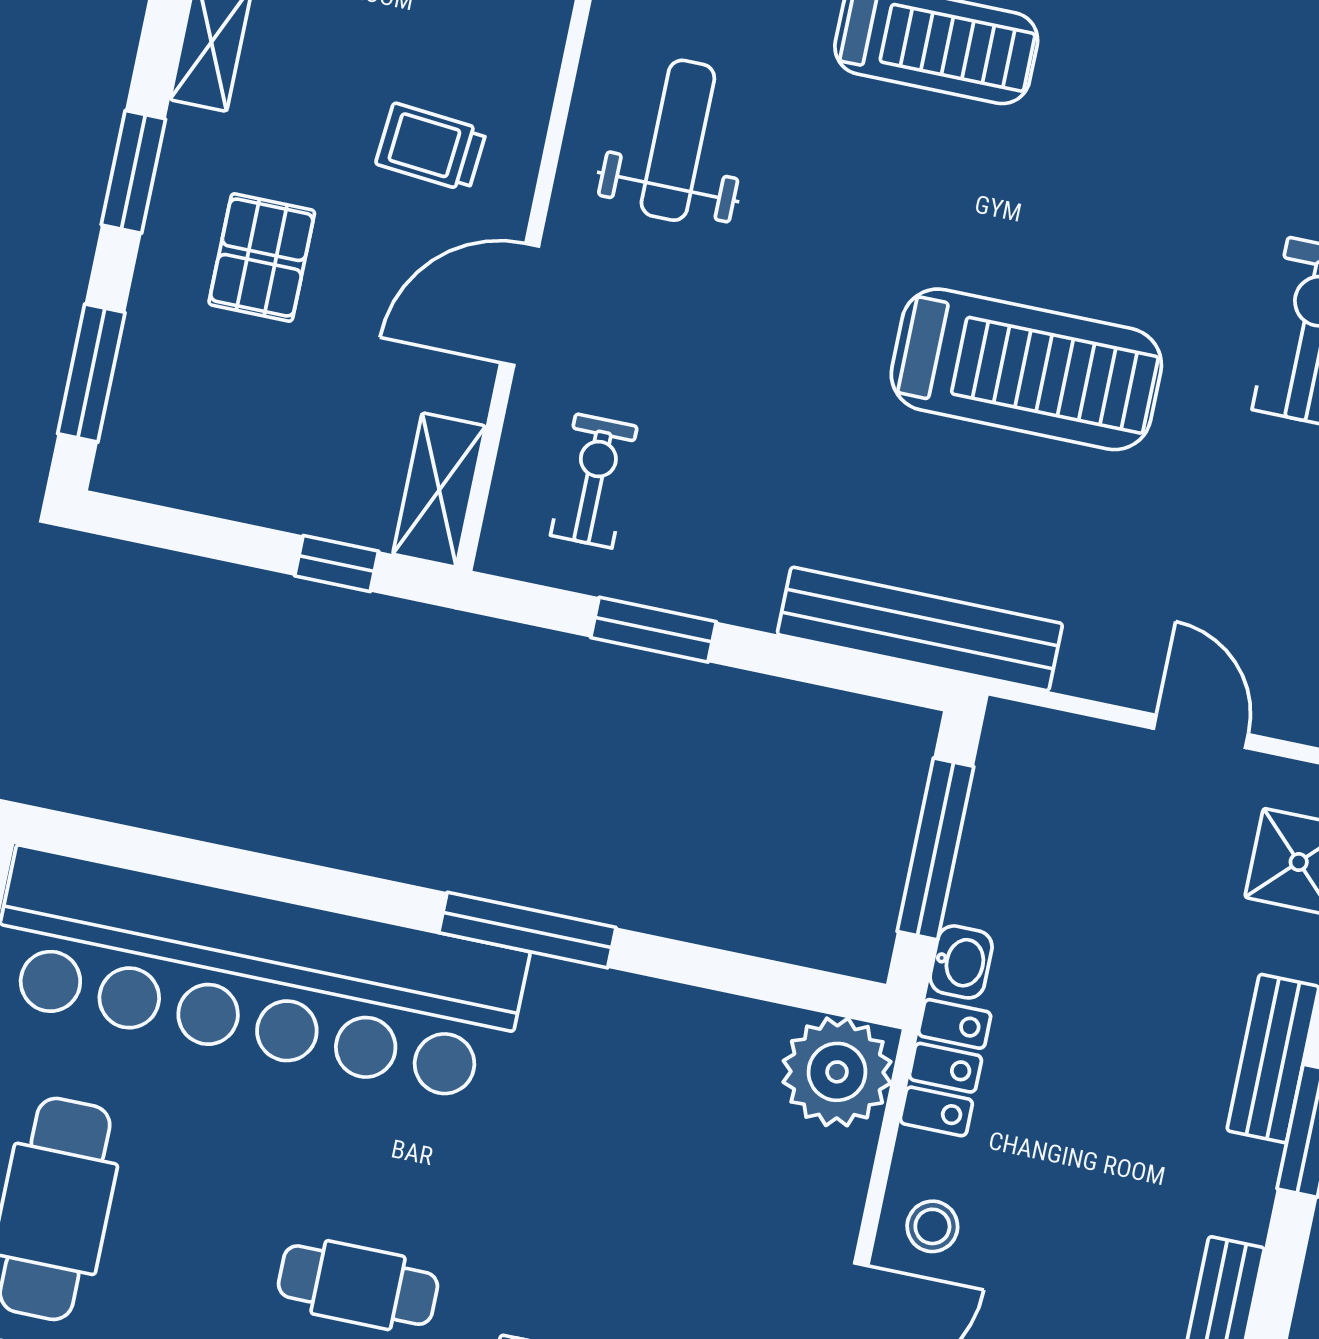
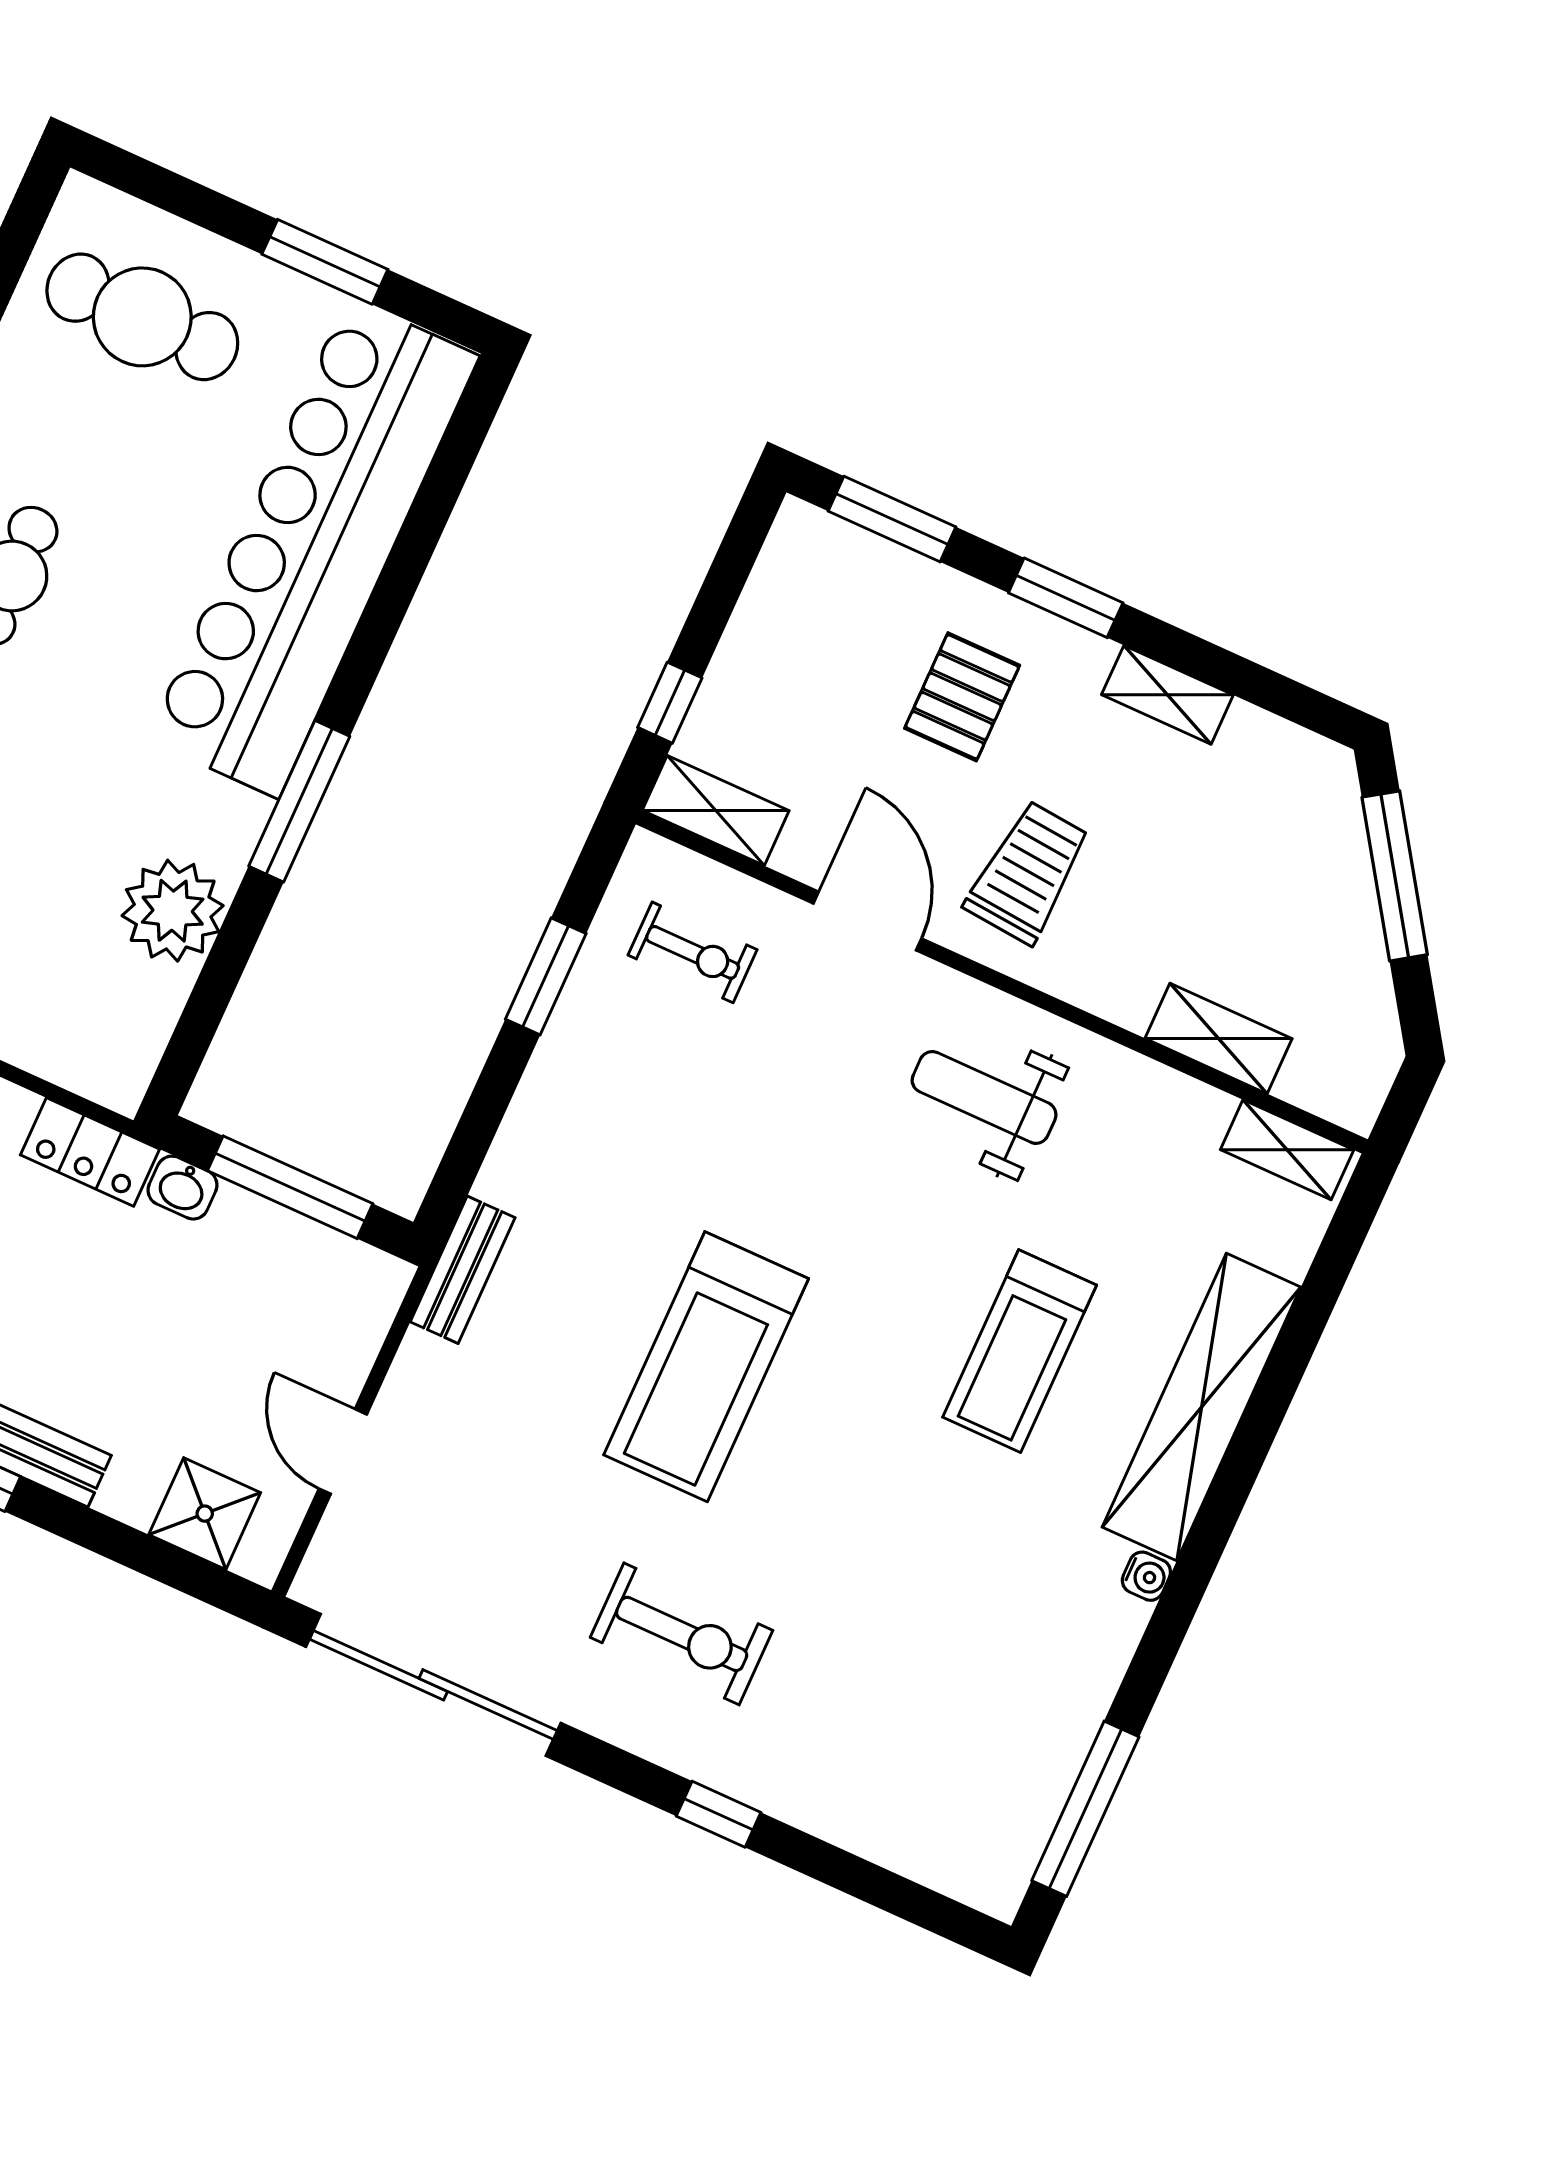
weight bench: (678, 140) -> (984, 1097), turned 180
trolley: (431, 147) -> (1028, 872), width x1.36, depth x1.39
pallet: (262, 258) -> (962, 697), turned 90
bench: (920, 629) -> (463, 1270), width x0.54, depth x0.82
door: (1201, 731) -> (343, 1451), swing flipped
plant: (837, 1072) -> (173, 911), moved

